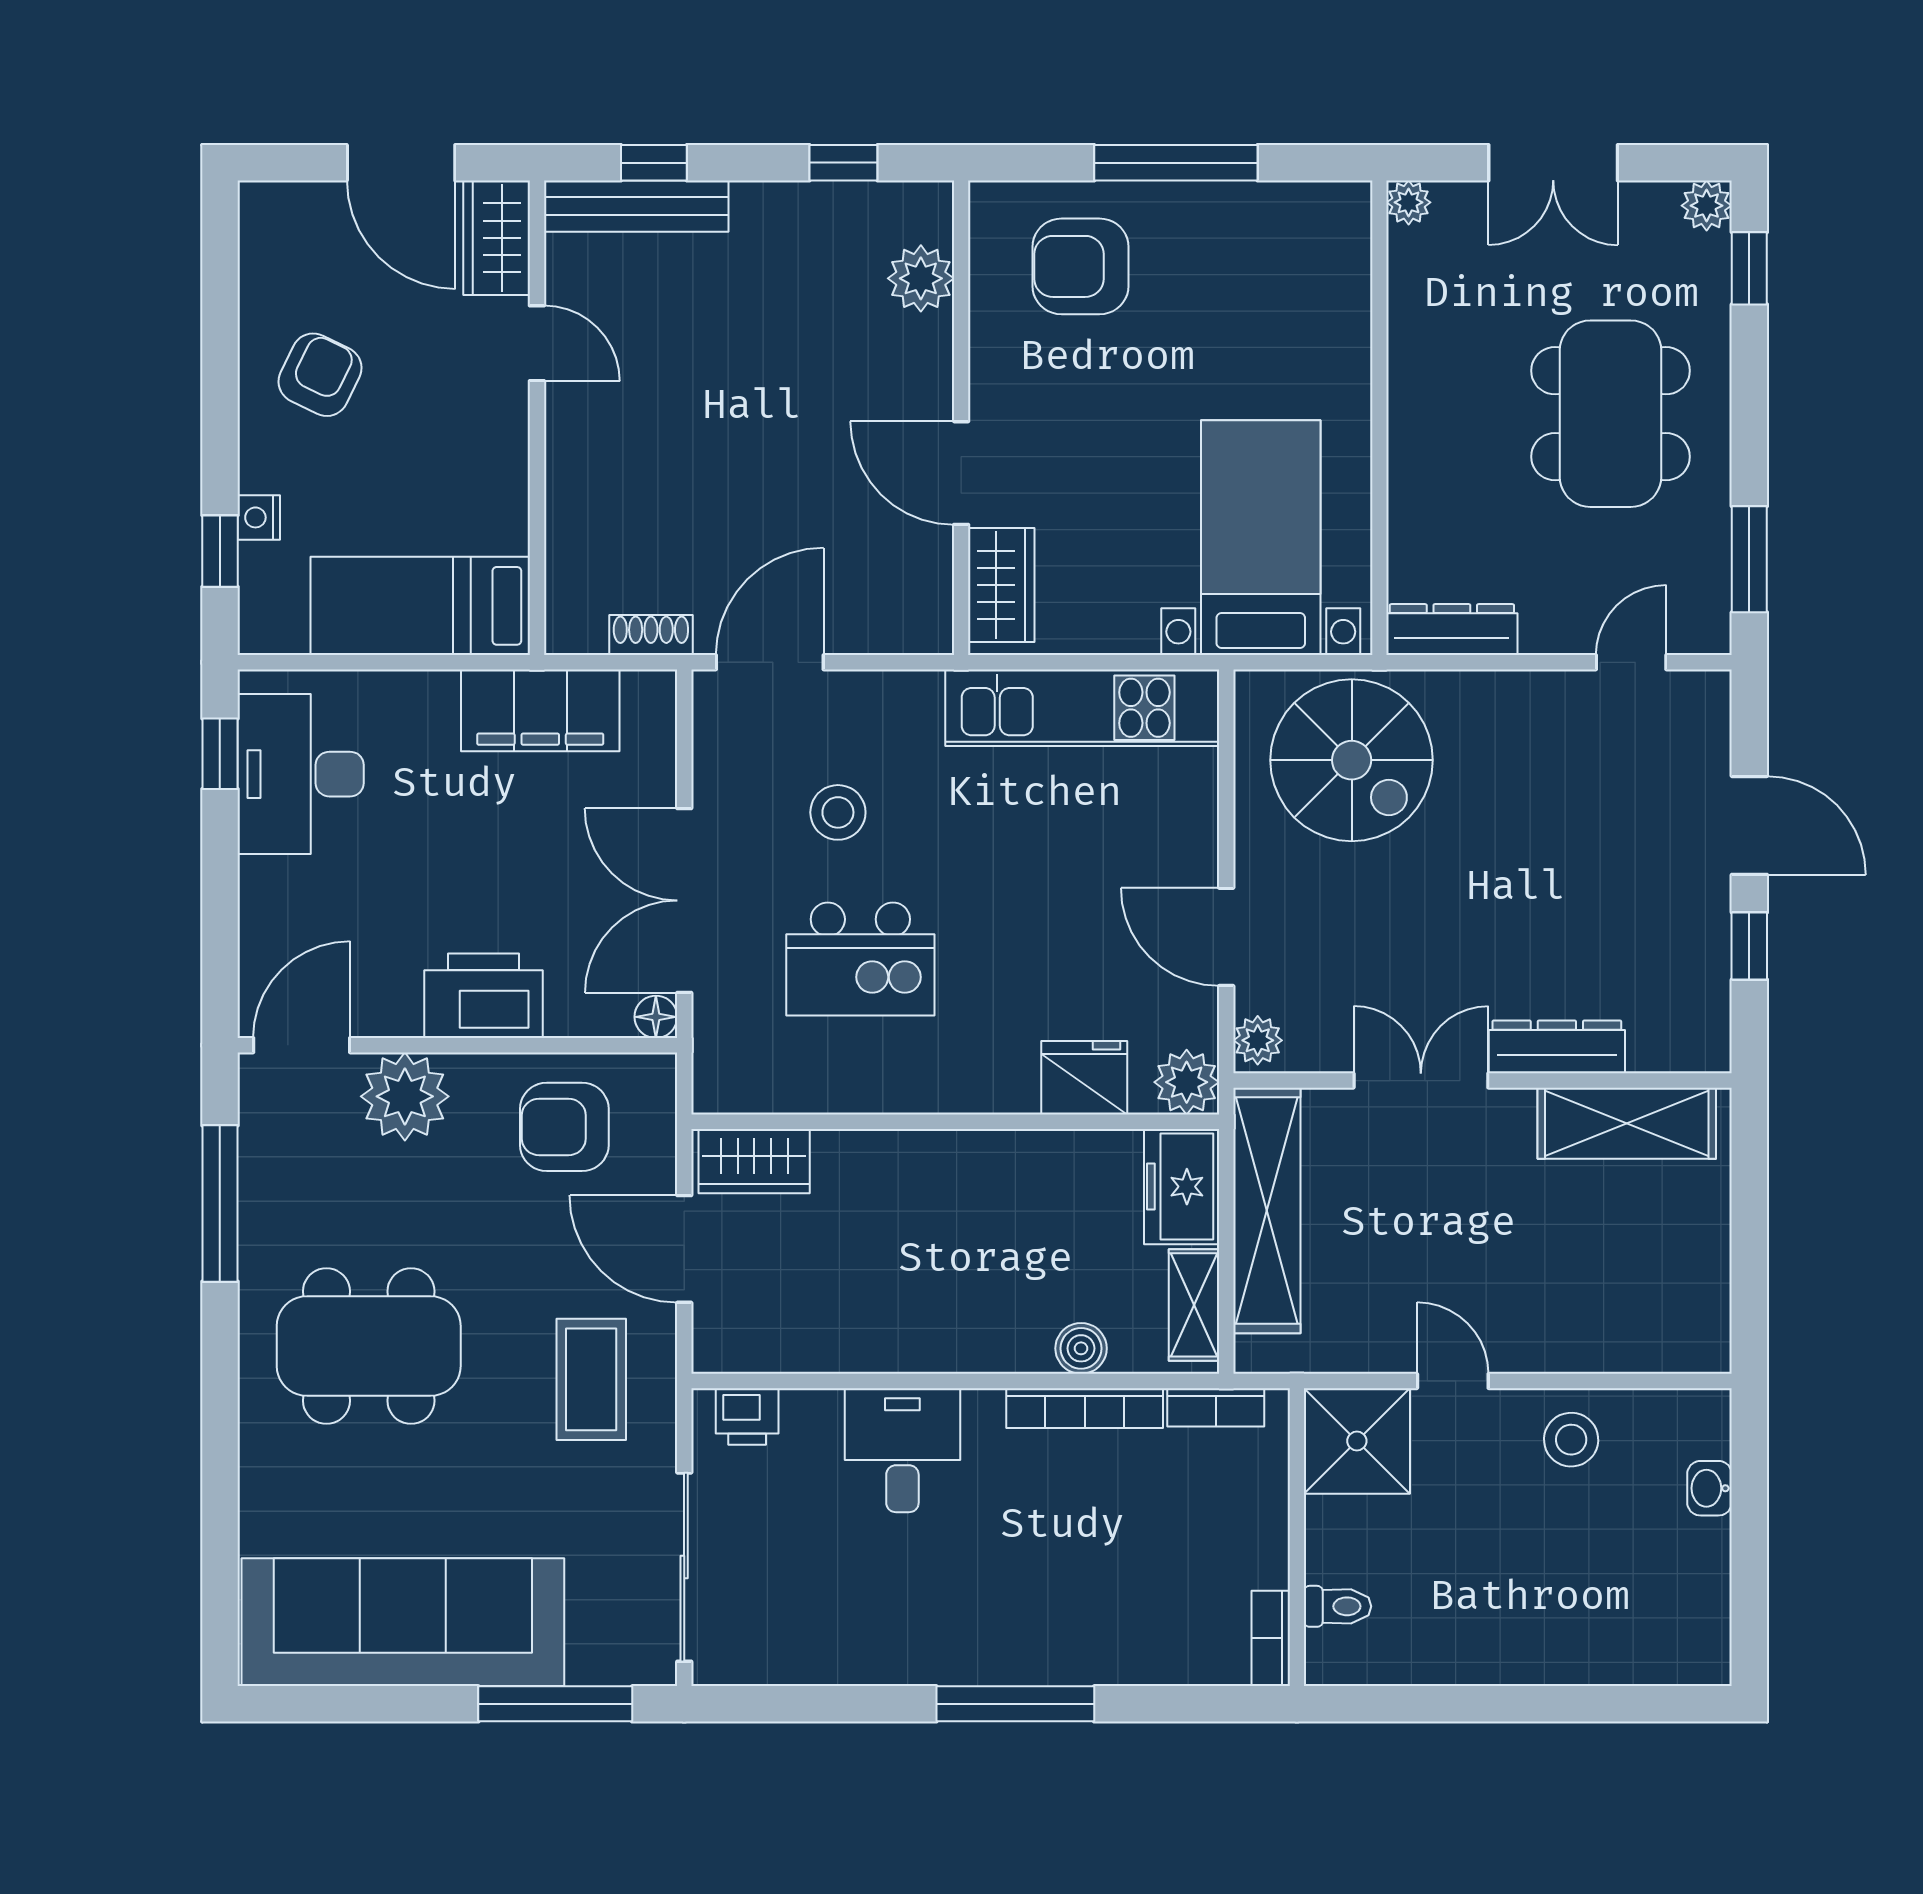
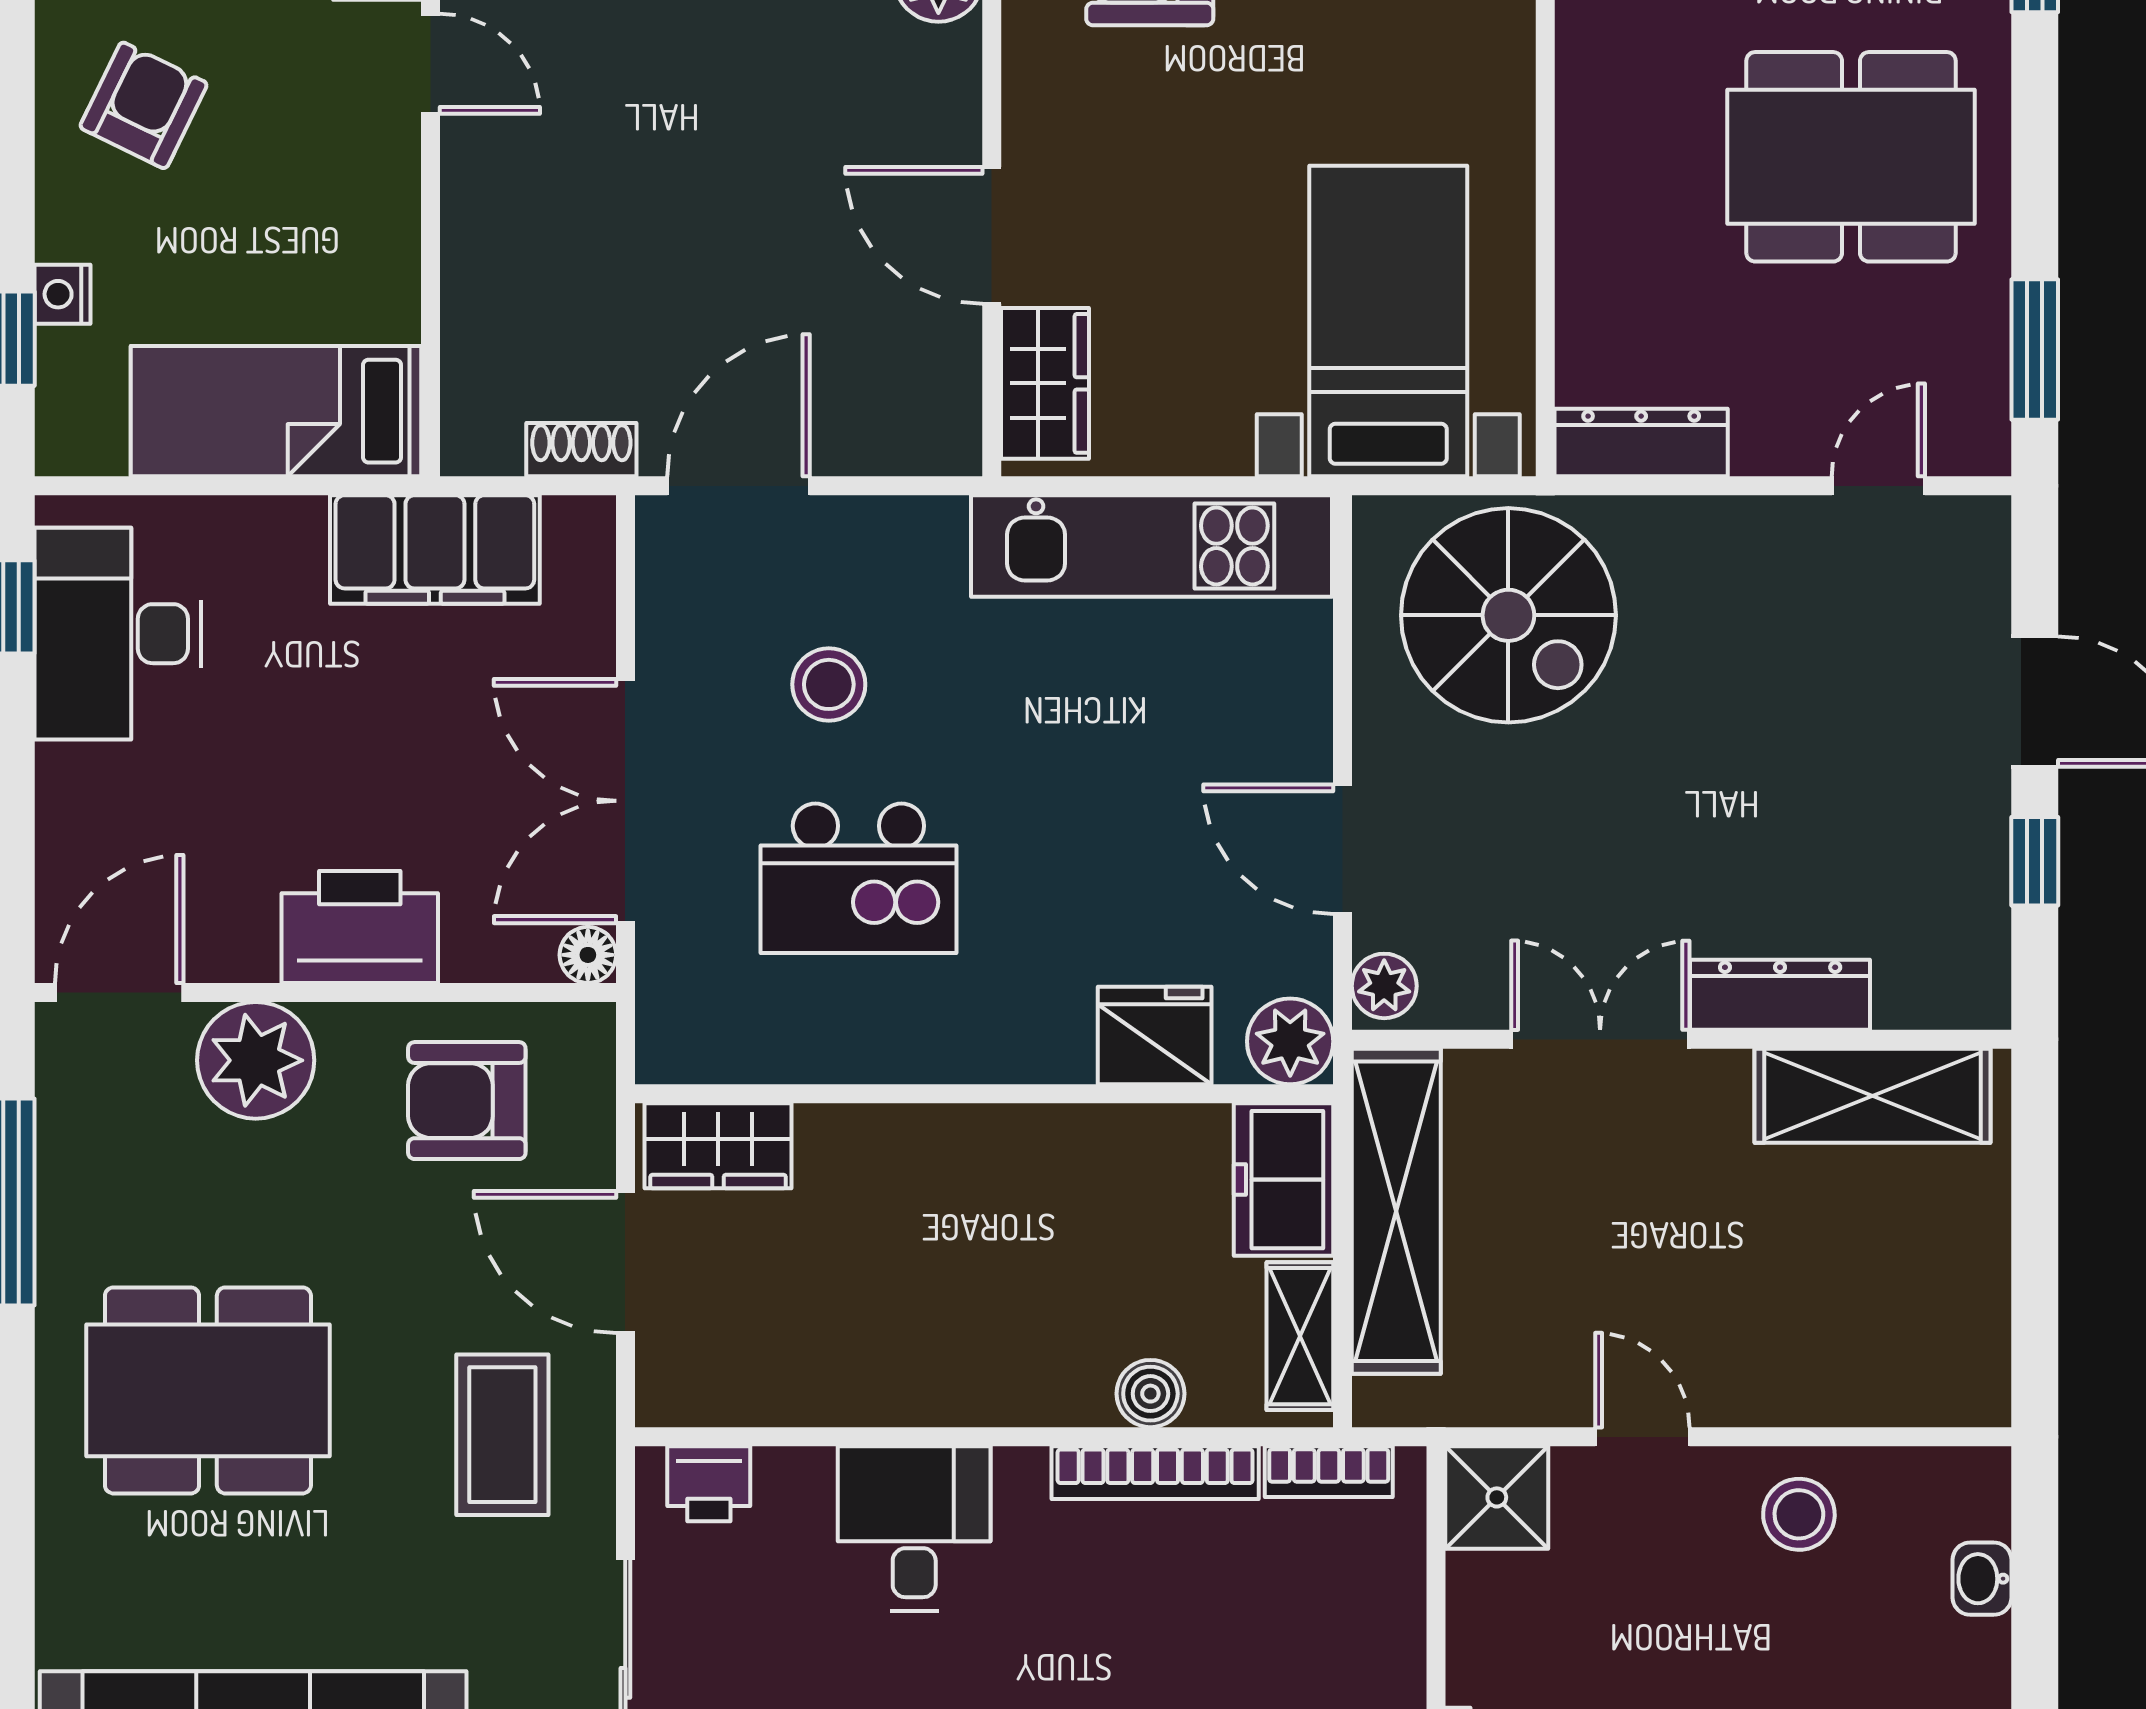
dining table: (1610, 414) -> (1851, 157), turned 90
shower: (1357, 1441) -> (1497, 1497), width x0.73, depth x0.73

